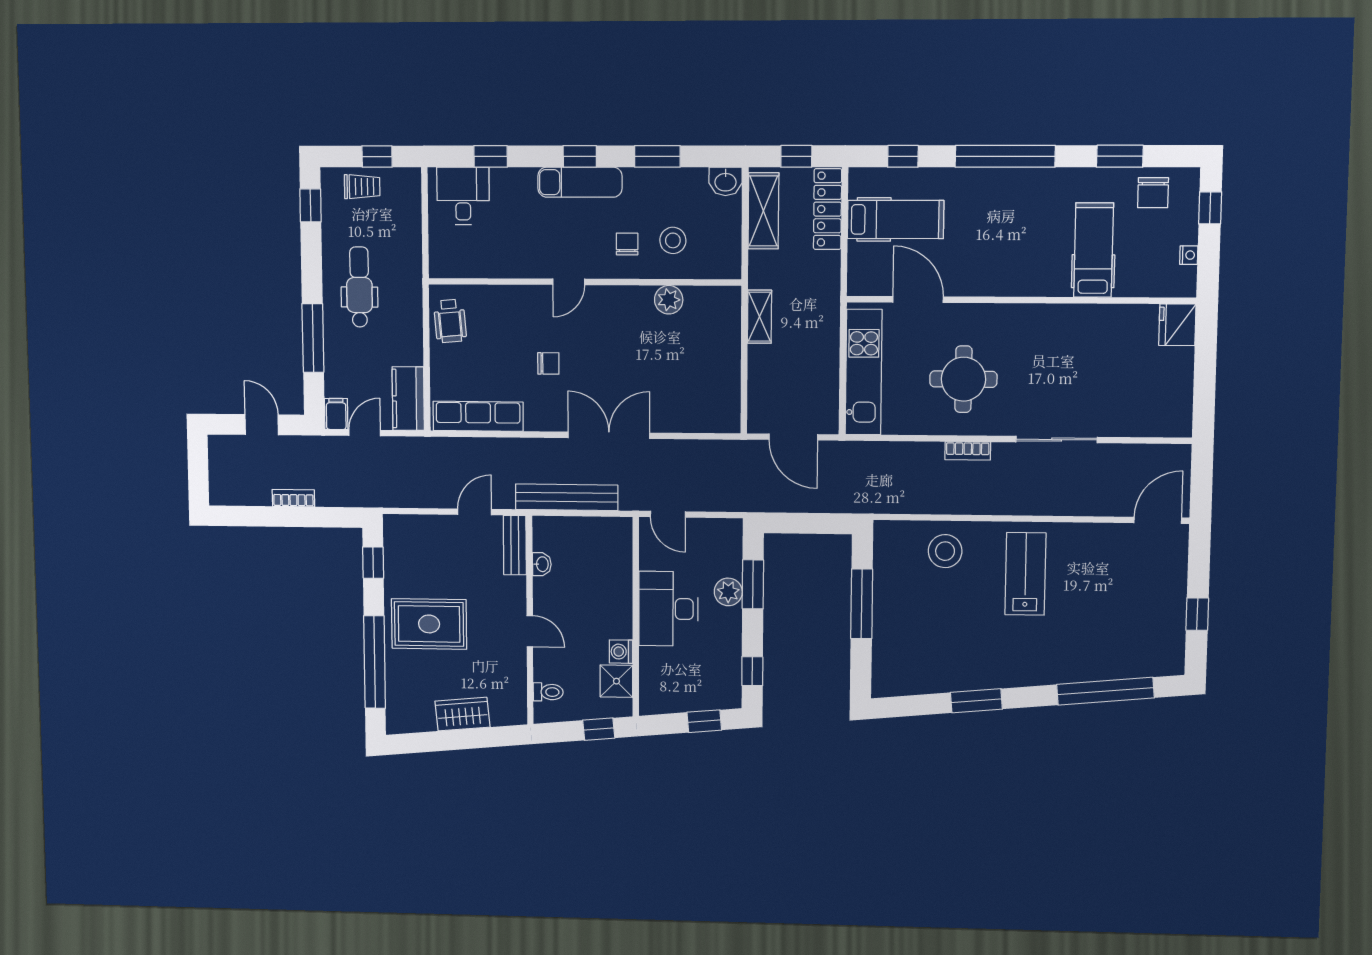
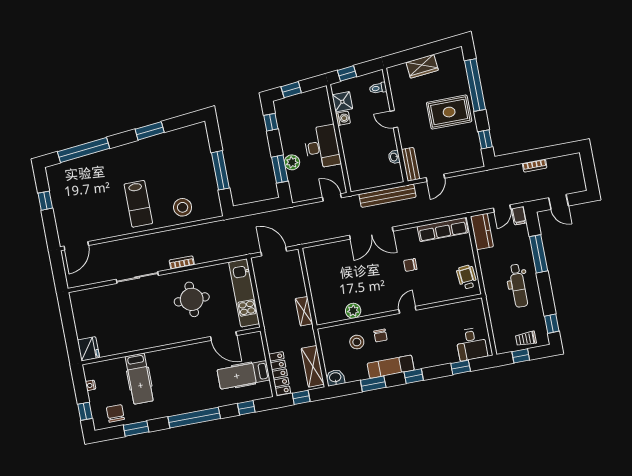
exam couch: (580, 182) -> (391, 367), moved

